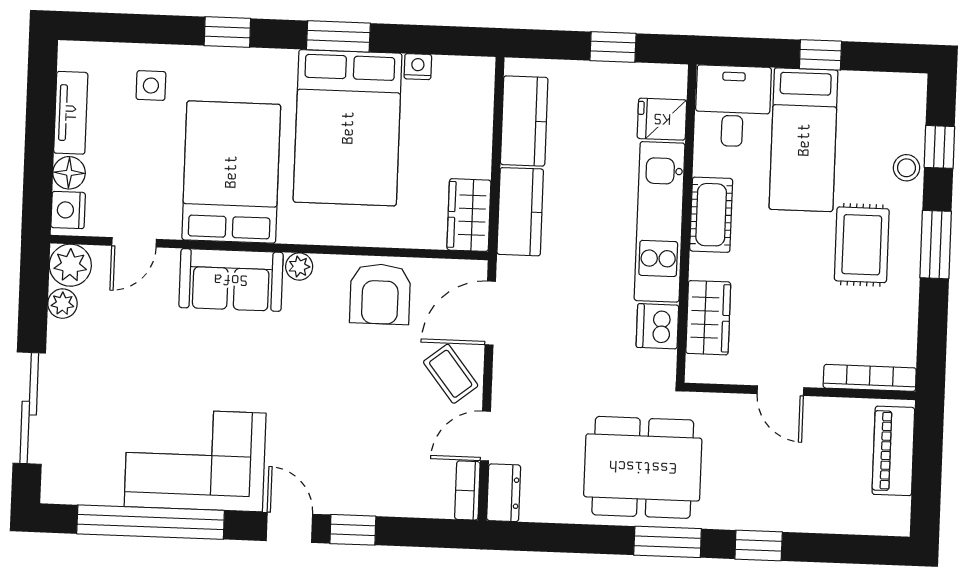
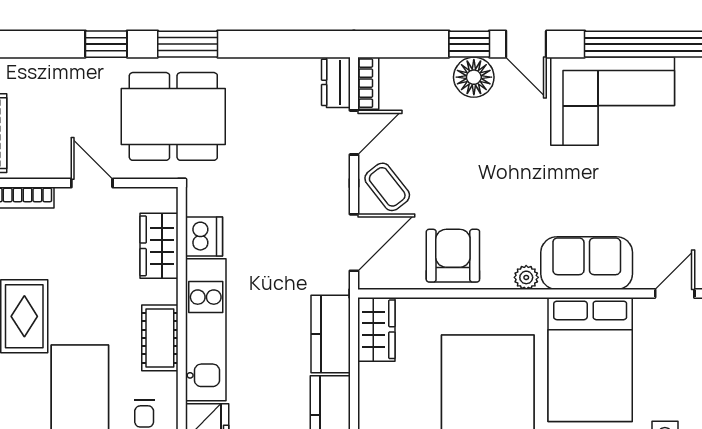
dining table: (643, 467) -> (173, 116), moved
floor lamp: (349, 493) -> (474, 77), added

